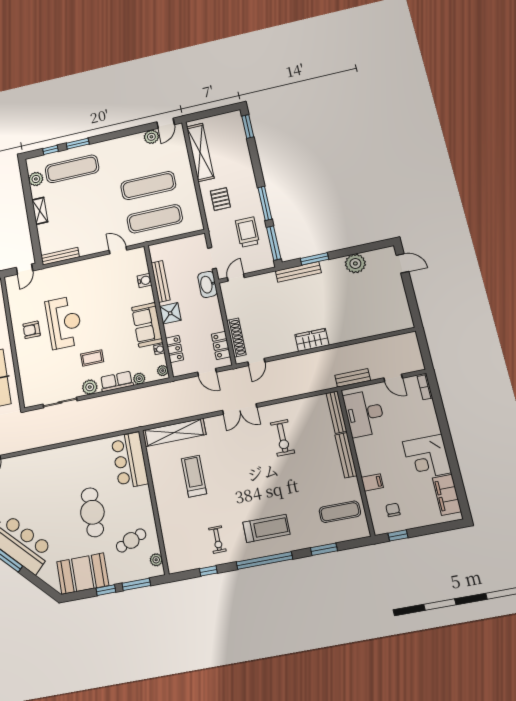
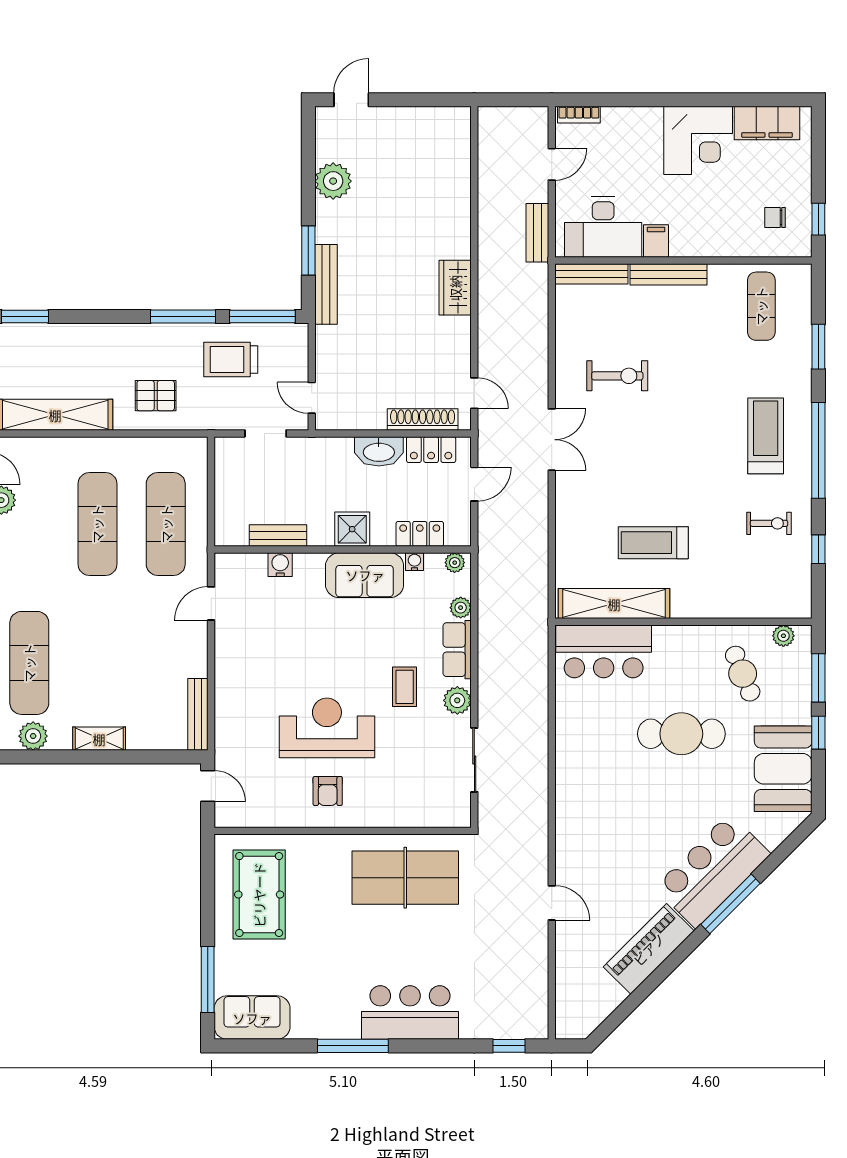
bench: (161, 281) -> (278, 536), width x0.73
washbasin: (207, 284) -> (379, 451), moved
shelving: (174, 432) -> (614, 604), moved, turned 90
filing cabinet: (372, 482) -> (656, 241), moved

